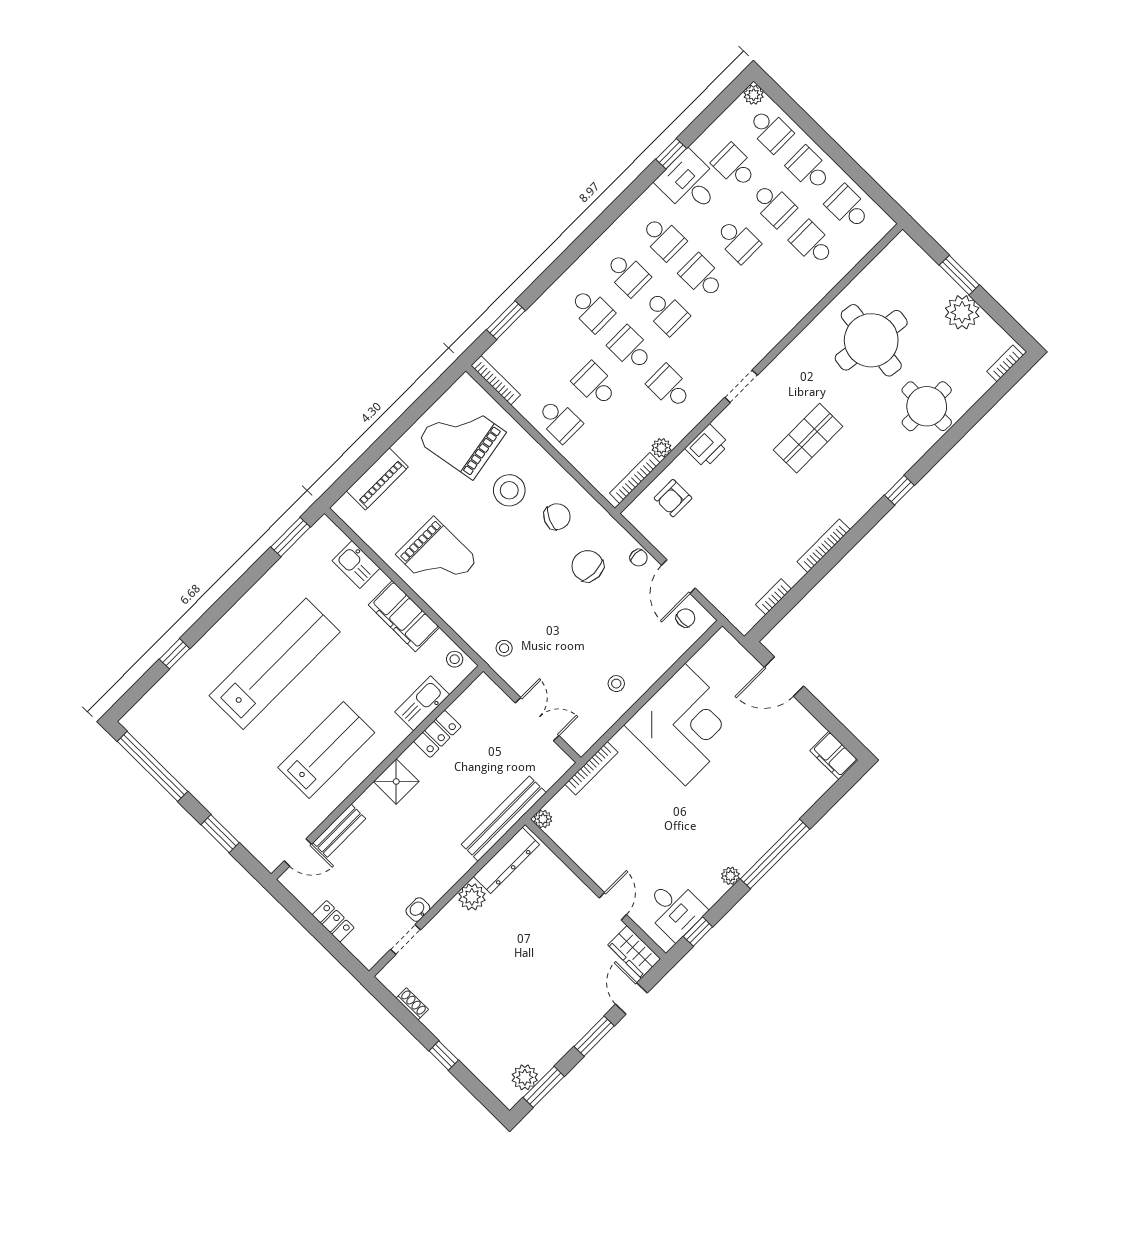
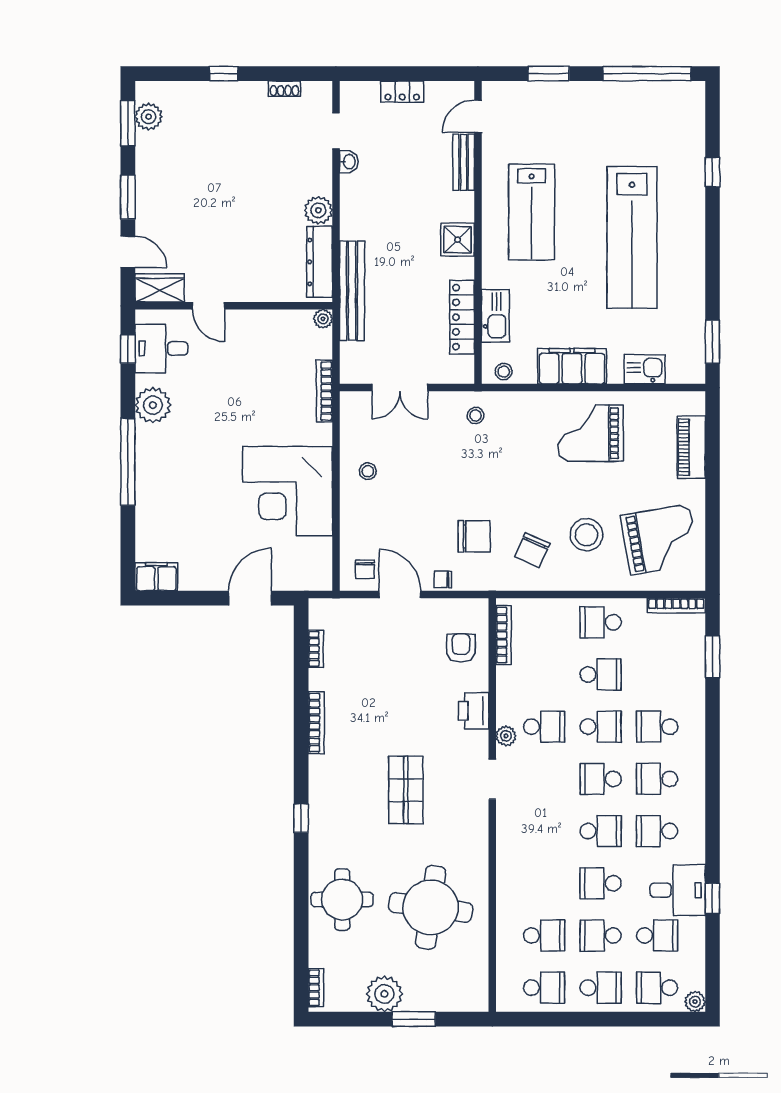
plant: (661, 448) -> (506, 736), moved
locker: (437, 734) -> (462, 317), width x1.53
plant: (730, 876) -> (153, 405), width x1.87, depth x1.87

